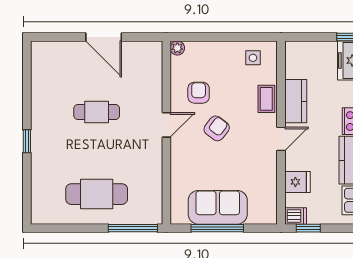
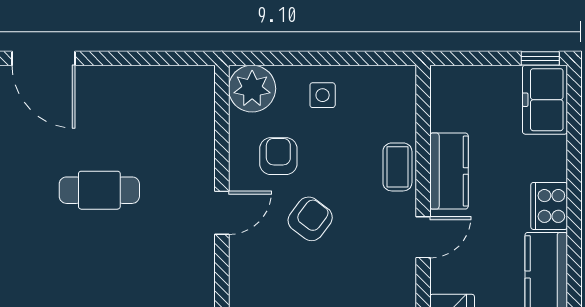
door: (104, 37) -> (44, 58), moved
plant: (177, 48) -> (252, 89), width x1.88, depth x1.88
side table: (253, 58) -> (323, 95), moved

